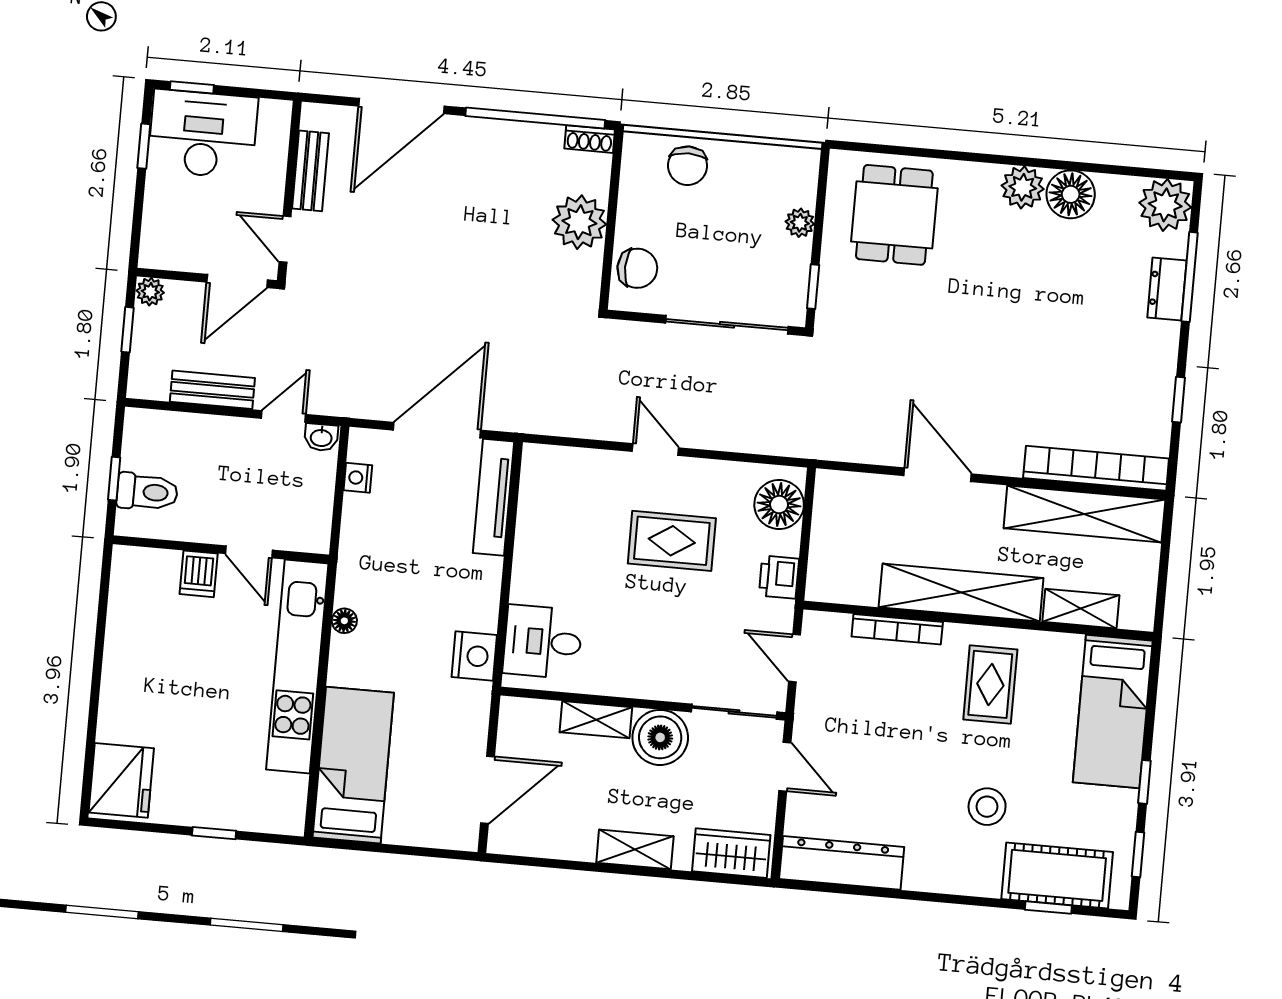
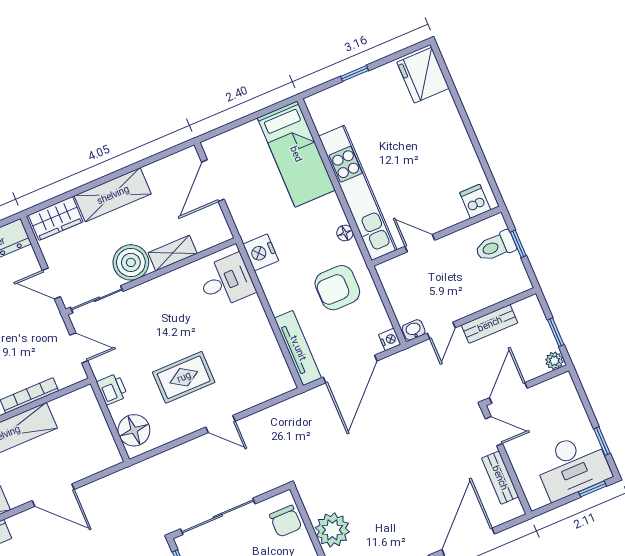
chair: (637, 268) -> (286, 521), turned -91
nightstand: (358, 478) -> (390, 340), moved
armchair: (395, 551) -> (337, 288), added
dishwasher: (199, 574) -> (475, 201), moved
shelving: (635, 849) -> (113, 195), width x1.50, depth x1.33

